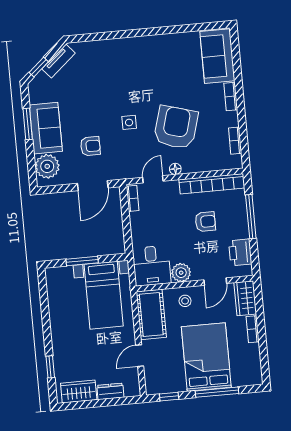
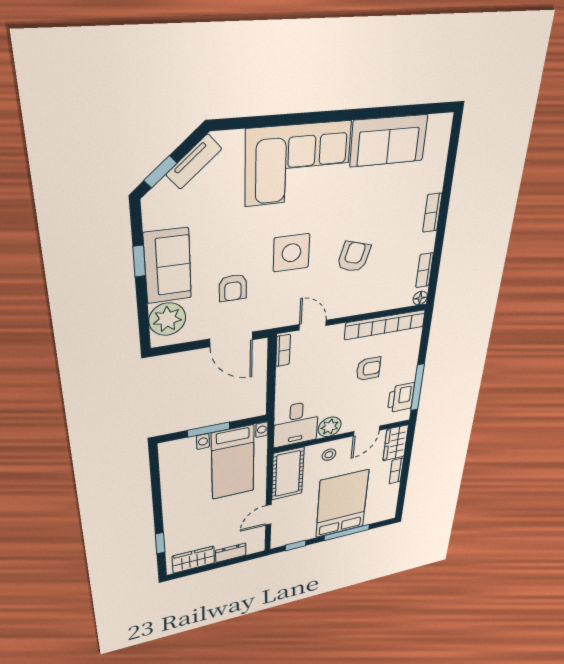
sofa: (217, 56) -> (389, 141), moved, turned -90
corner sofa: (125, 62) -> (298, 164), added
side table: (129, 122) -> (291, 253), width x1.87, depth x1.87
window: (28, 124) -> (139, 261), width x0.67
armchair: (176, 127) -> (354, 257), width x0.53, depth x0.53
armchair: (90, 146) -> (233, 288), turned 90
floor lamp: (175, 169) -> (420, 298), moved
door: (153, 179) -> (313, 325), hinge flipped
door: (93, 186) -> (231, 339), hinge flipped
window: (251, 217) -> (418, 387), moved

